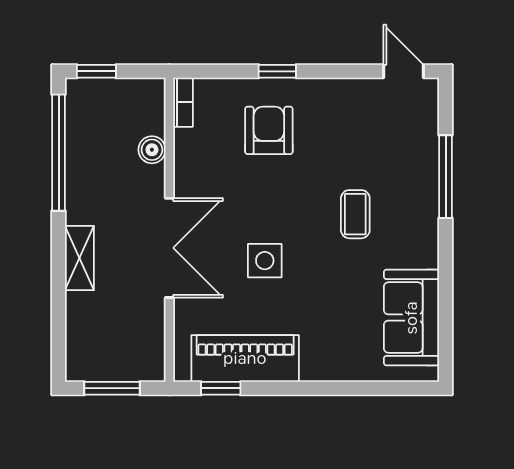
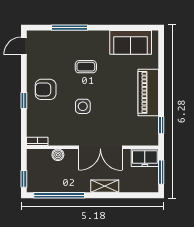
armchair: (269, 130) -> (46, 89), moved
double door: (169, 248) -> (100, 147), swing flipped
side table: (265, 261) -> (83, 106), moved
freezer: (145, 351) -> (145, 158), added
piano: (245, 358) -> (148, 92), moved

